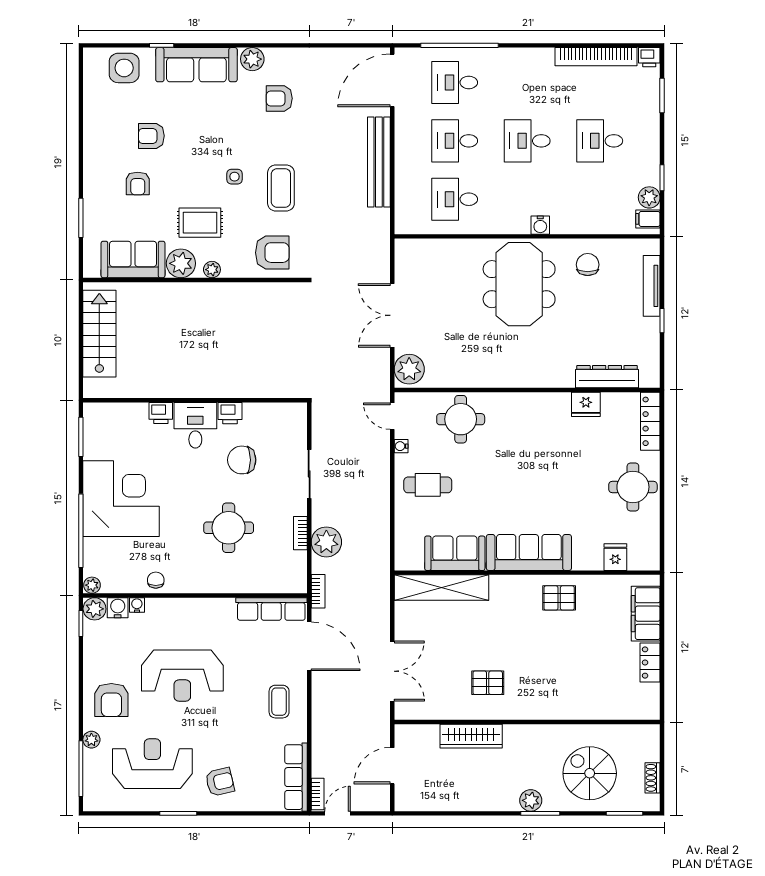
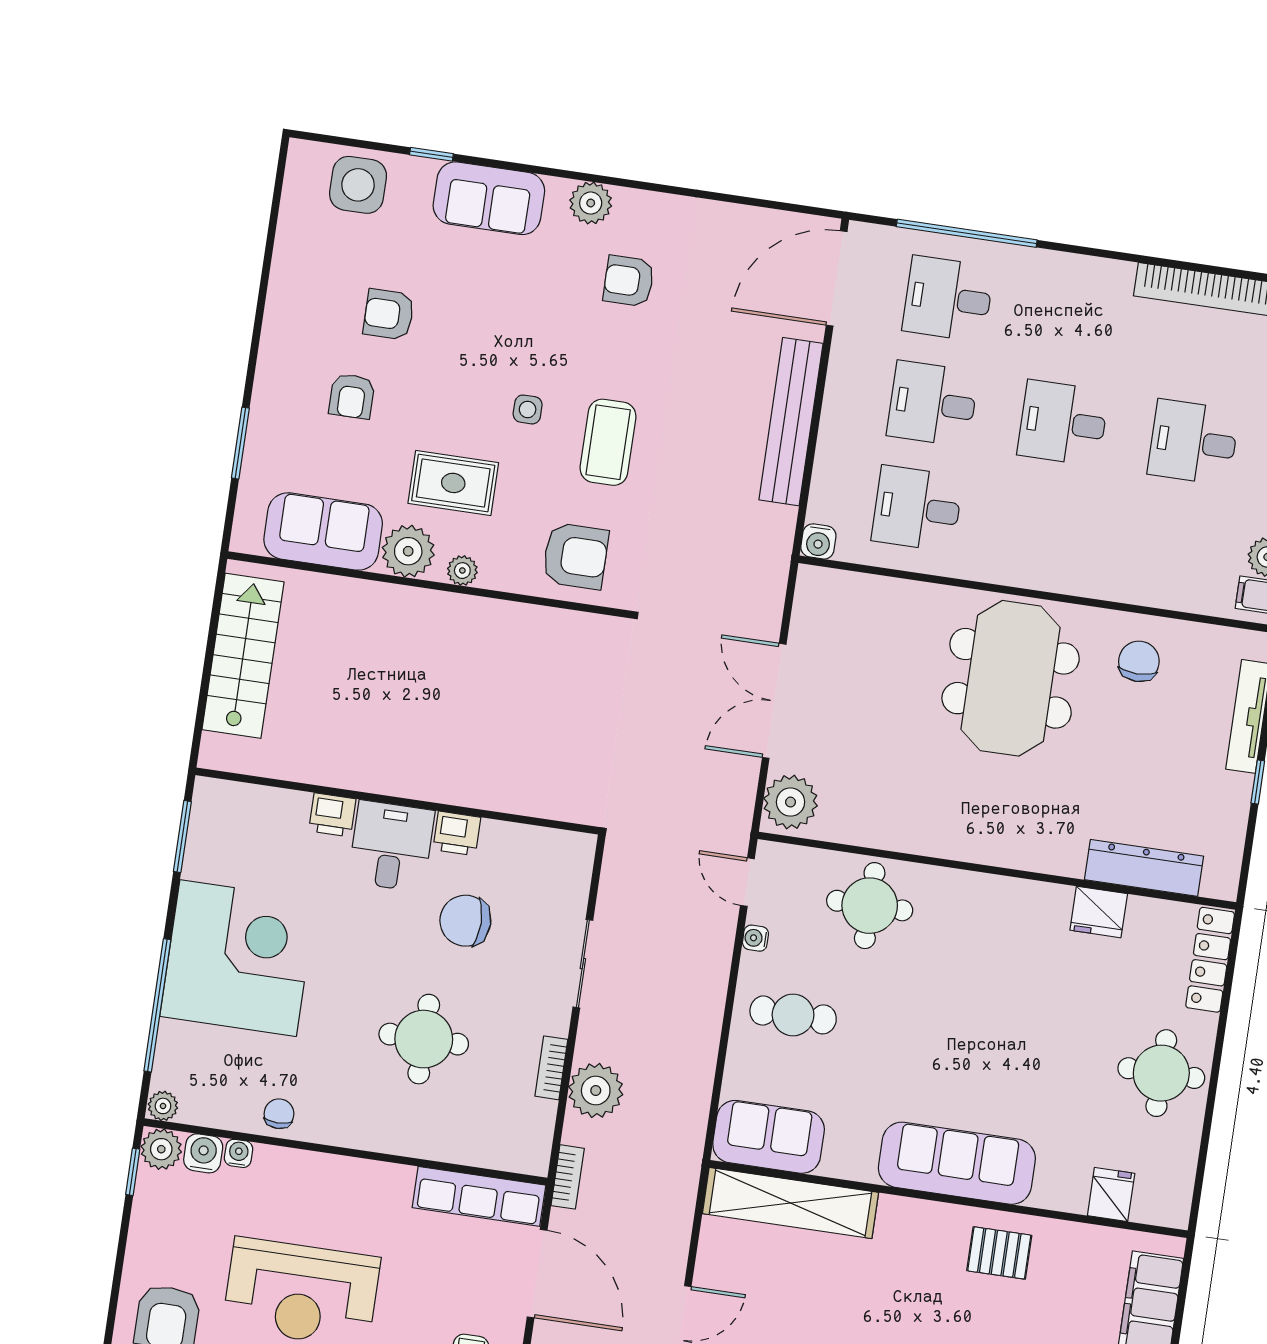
sofa: (196, 65) -> (489, 198), width x0.73
water cooler: (540, 225) -> (818, 541), moved
sofa: (455, 553) -> (769, 1137), moved

